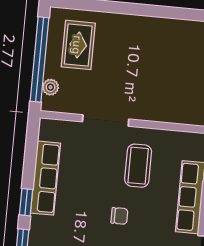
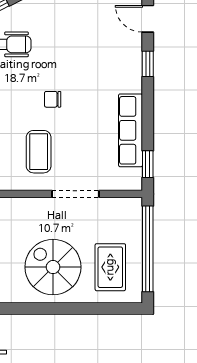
spiral stairs: (135, 50) -> (53, 267), added
plant: (51, 87) -> (134, 222), removed
window: (26, 202) -> (148, 164), moved

